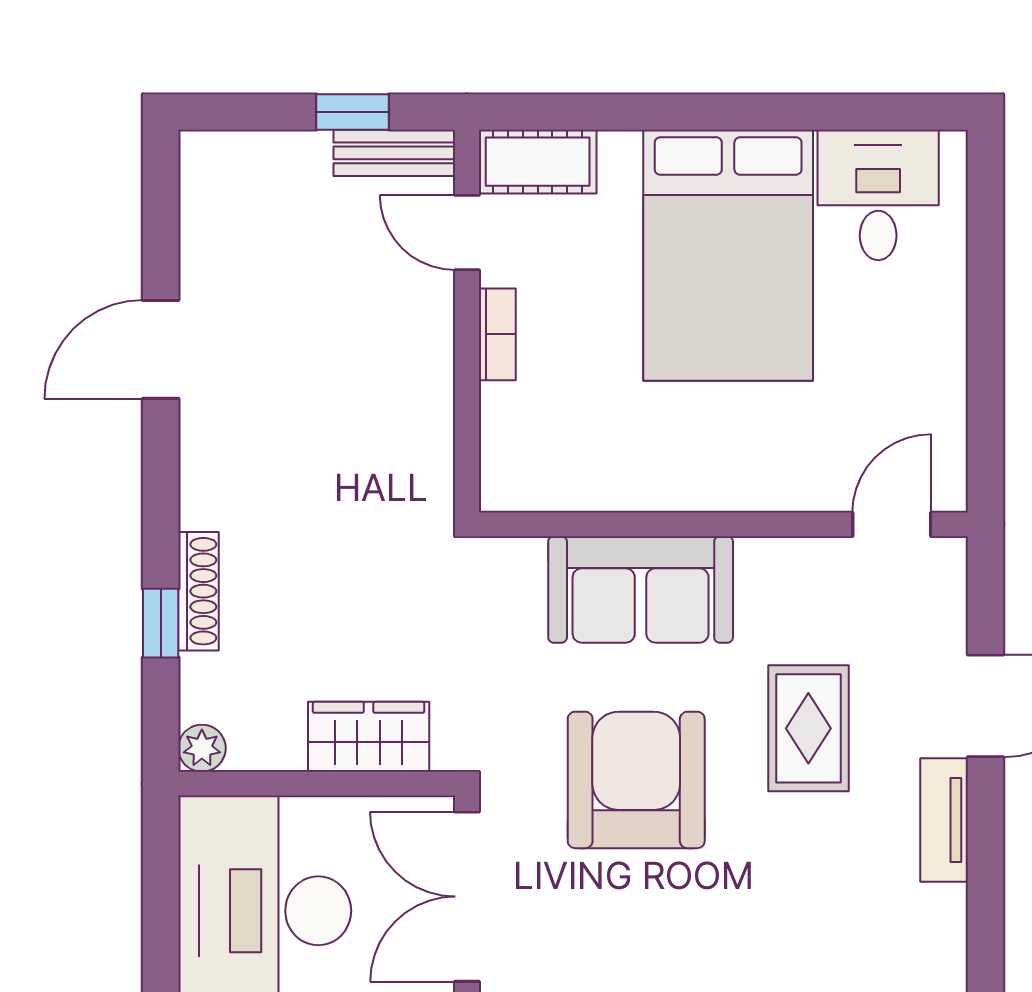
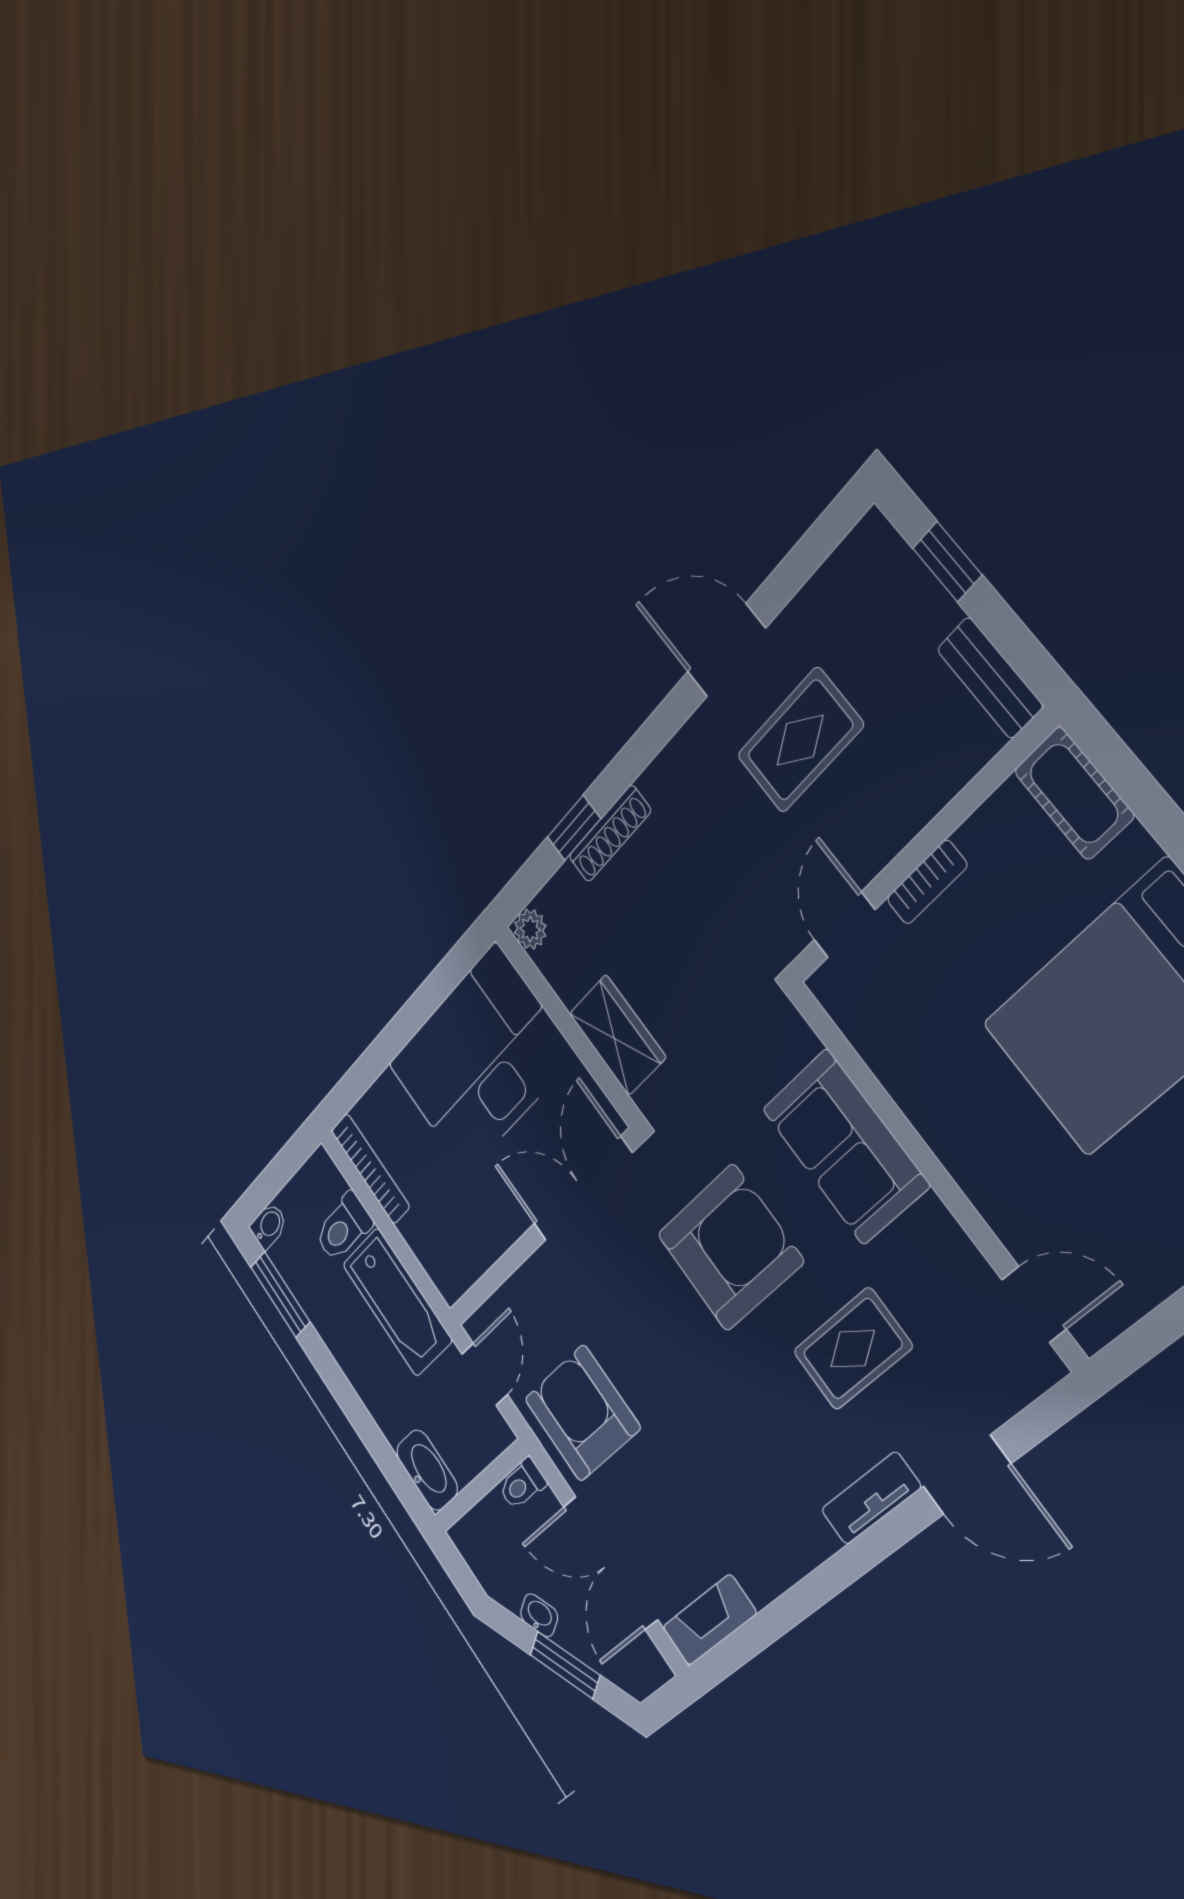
window: (353, 112) -> (947, 562), moved
door: (467, 232) -> (844, 925), moved
rug: (291, 347) -> (800, 740), added

